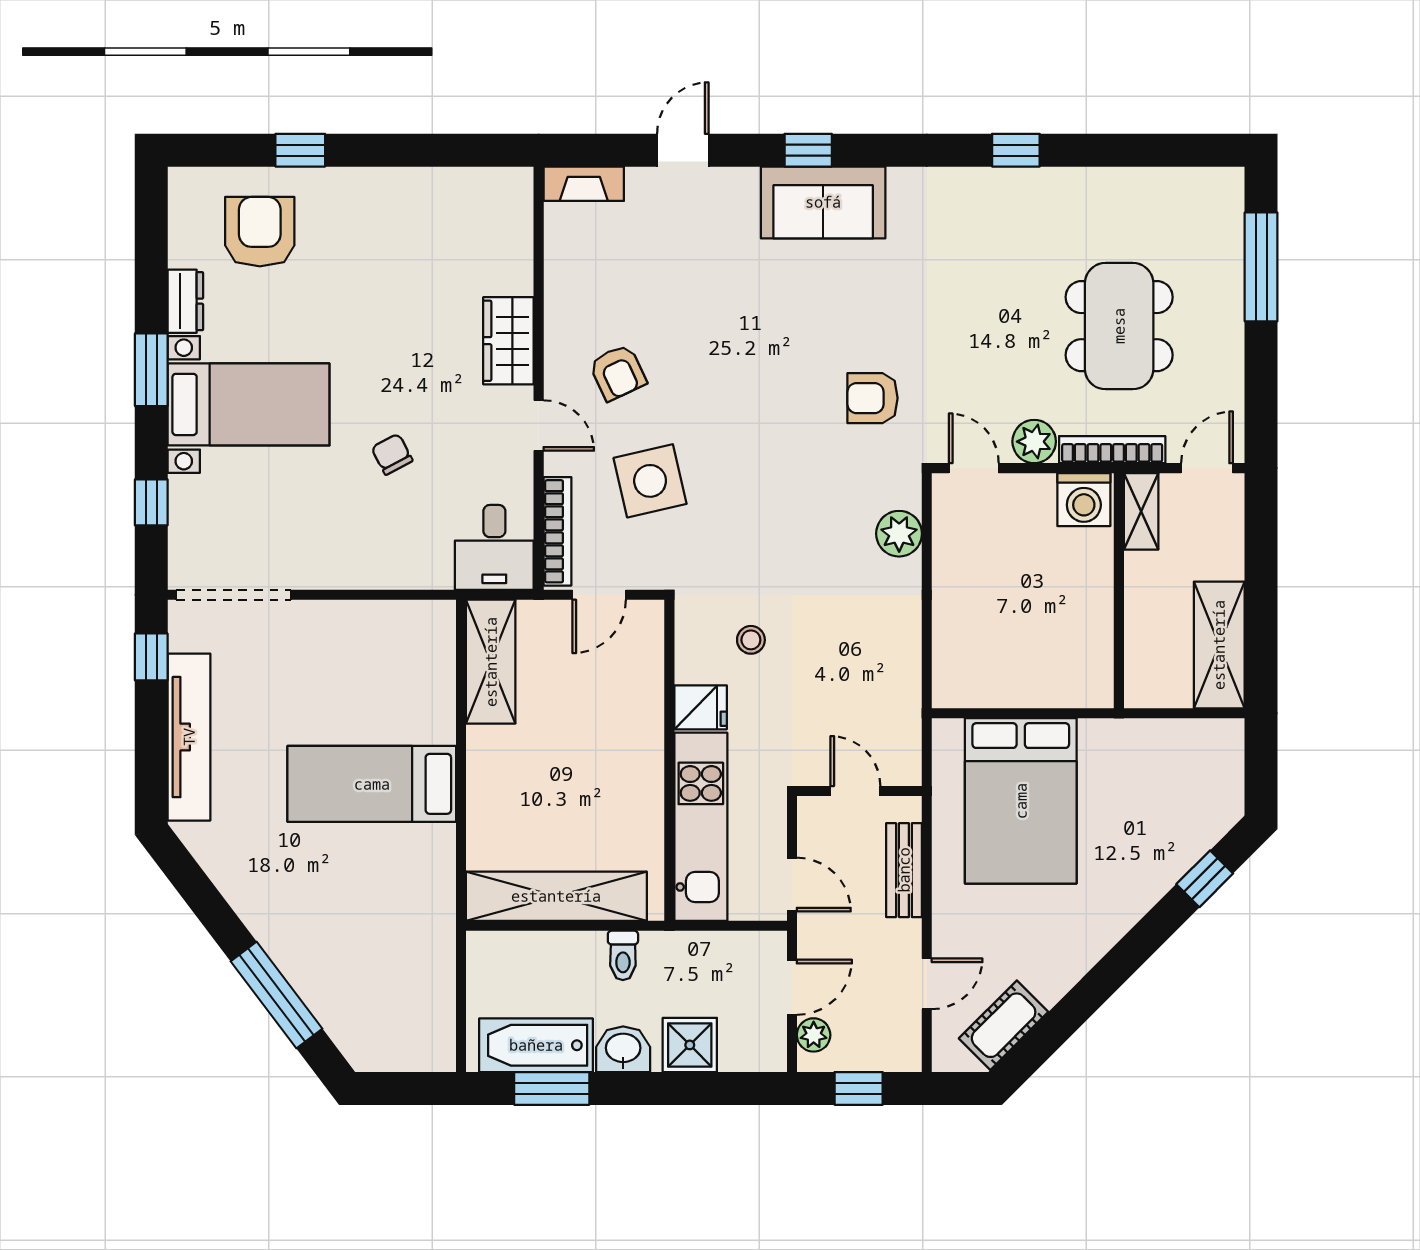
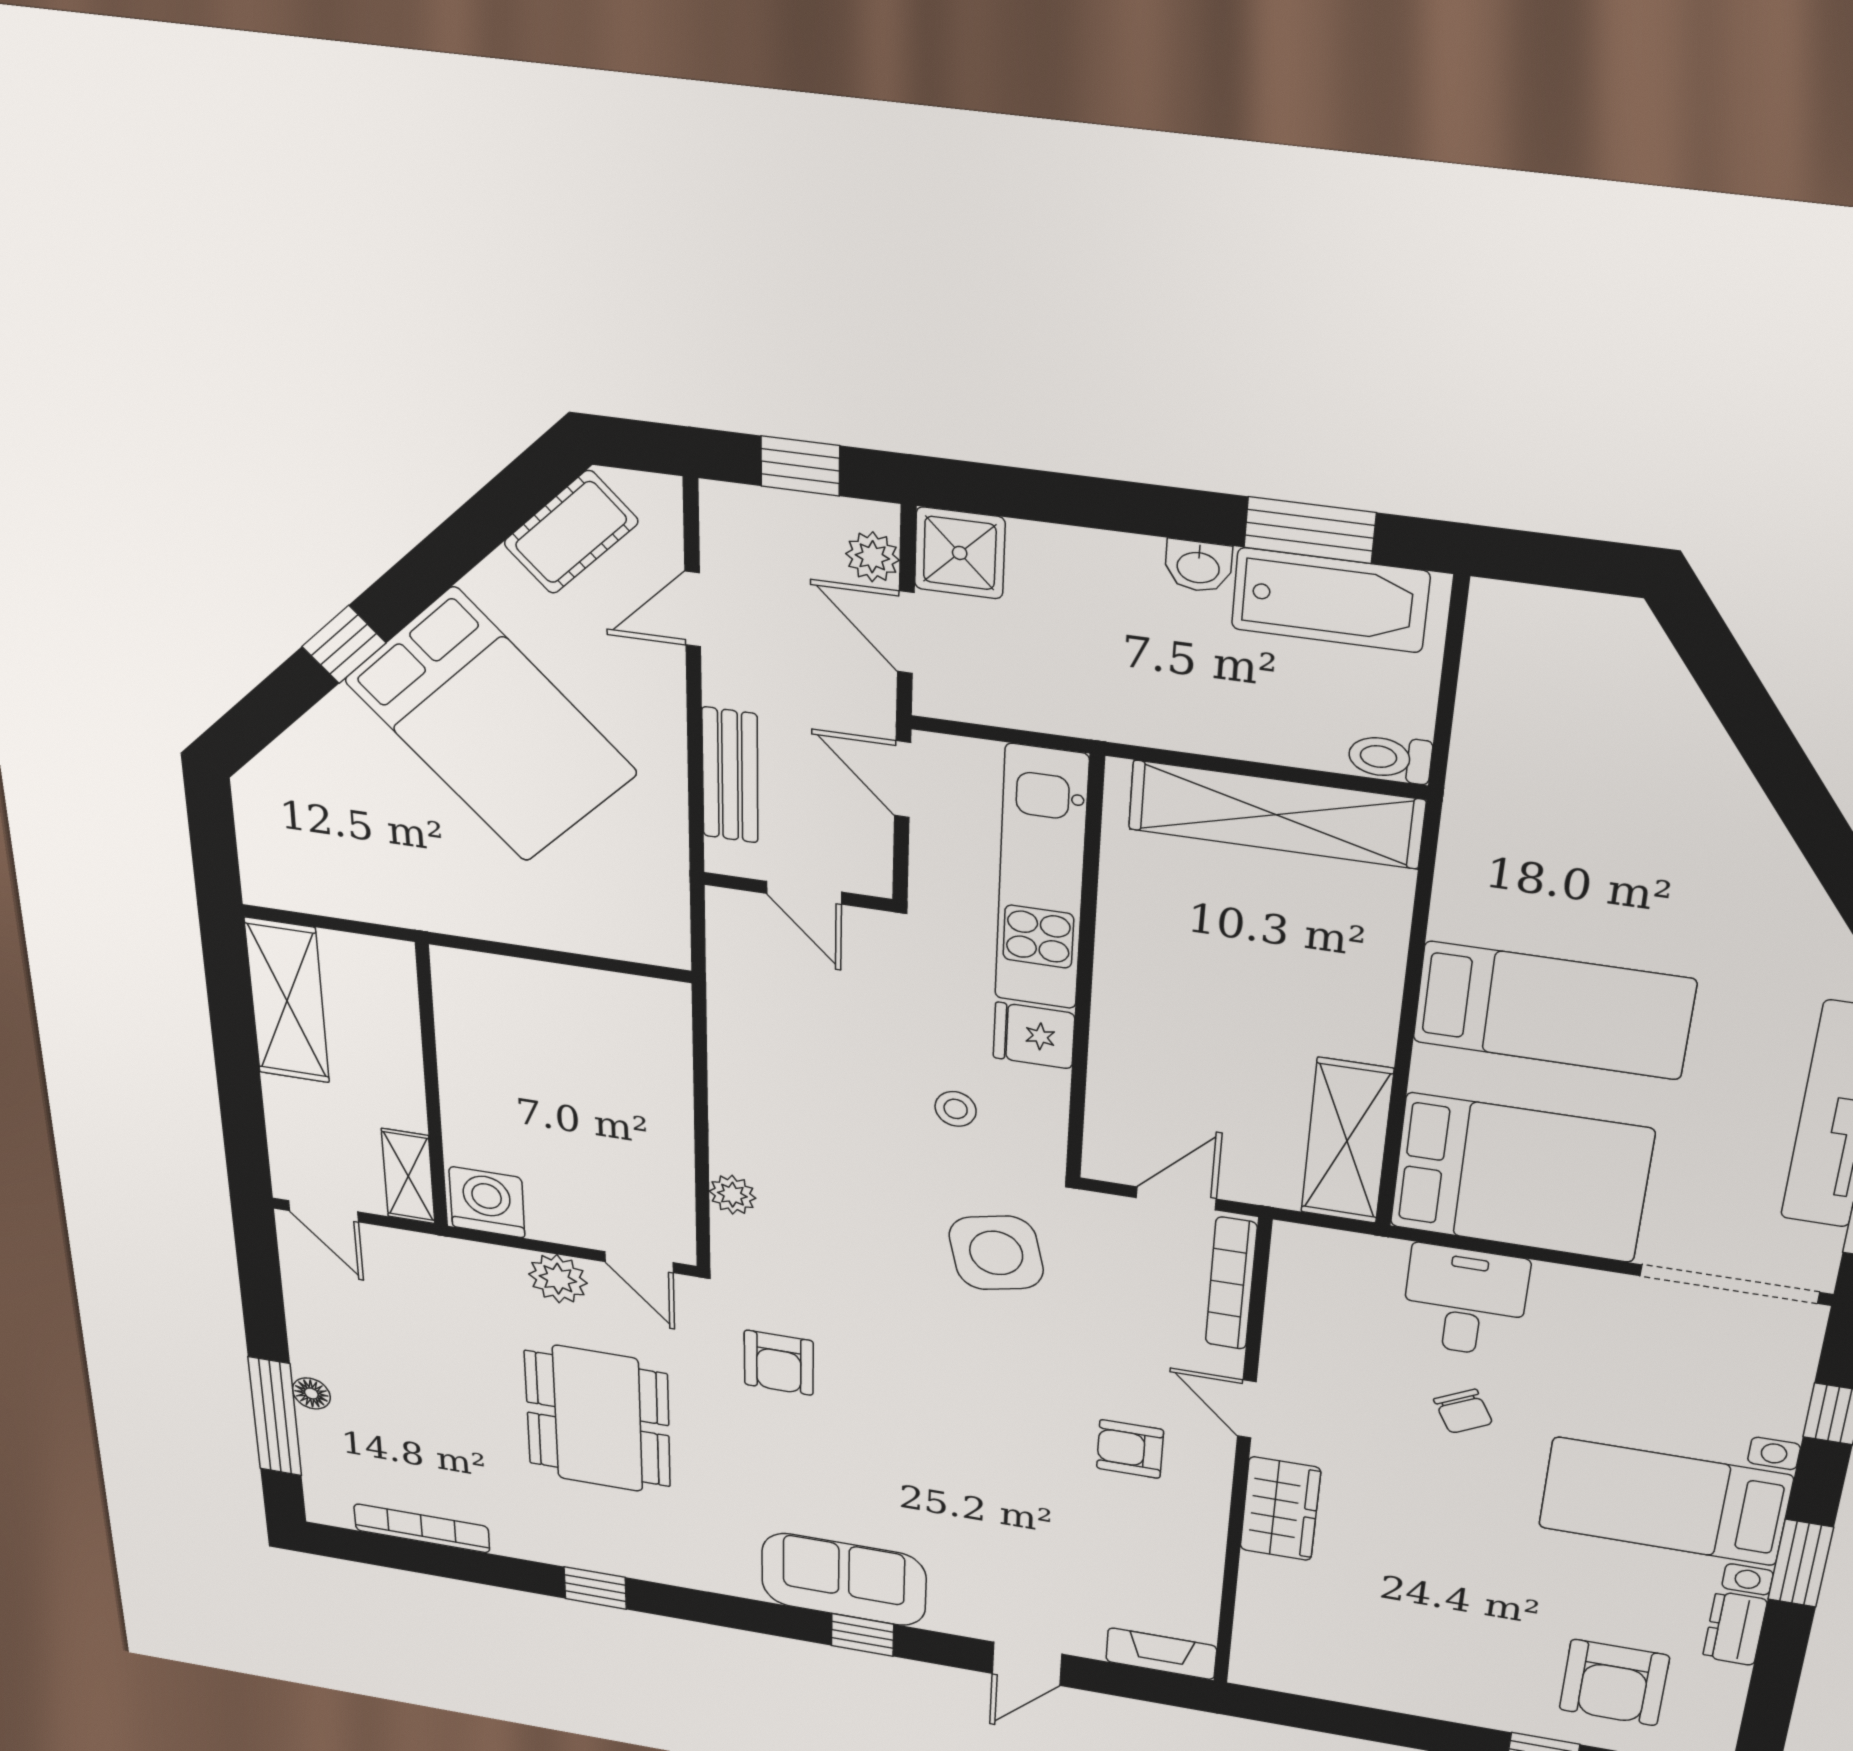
floor lamp: (1230, 296) -> (311, 1393), added
dining table: (1119, 326) -> (598, 1419), moved
armchair: (618, 372) -> (1130, 1449), turned -65
armchair: (873, 398) -> (779, 1363), turned 90
bookcase: (1112, 450) -> (422, 1528), moved, turned 180
door: (1207, 468) -> (323, 1211), hinge flipped
side table: (650, 481) -> (996, 1253), moved
plant: (899, 534) -> (732, 1195), width x0.73, depth x0.73
desk: (494, 547) -> (1465, 1301), moved
bed: (377, 653) -> (1521, 1178), added
bed: (1021, 801) -> (491, 726), moved, turned 135
window: (1205, 879) -> (344, 645), moved
toilet: (623, 955) -> (1390, 758), moved, turned -90
door: (792, 987) -> (906, 632), hinge flipped
window: (276, 995) -> (1760, 734), removed
shower: (690, 1045) -> (960, 553), moved
washbasin: (623, 1049) -> (1198, 566), width x0.72, depth x0.69

